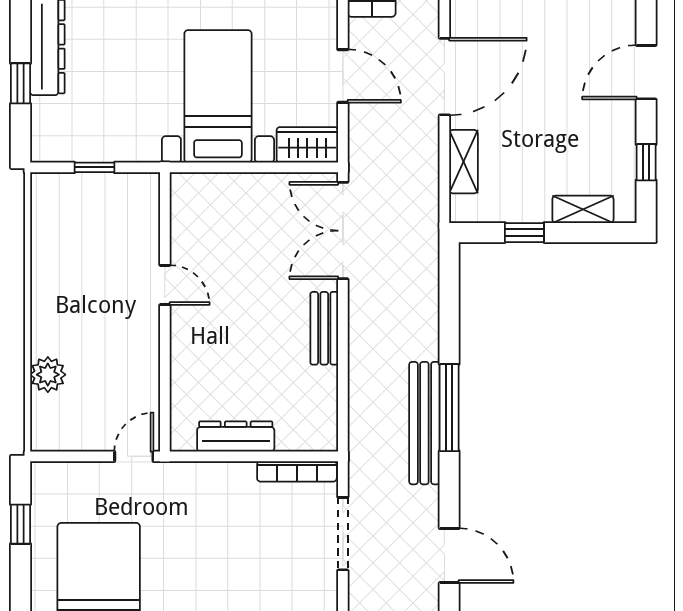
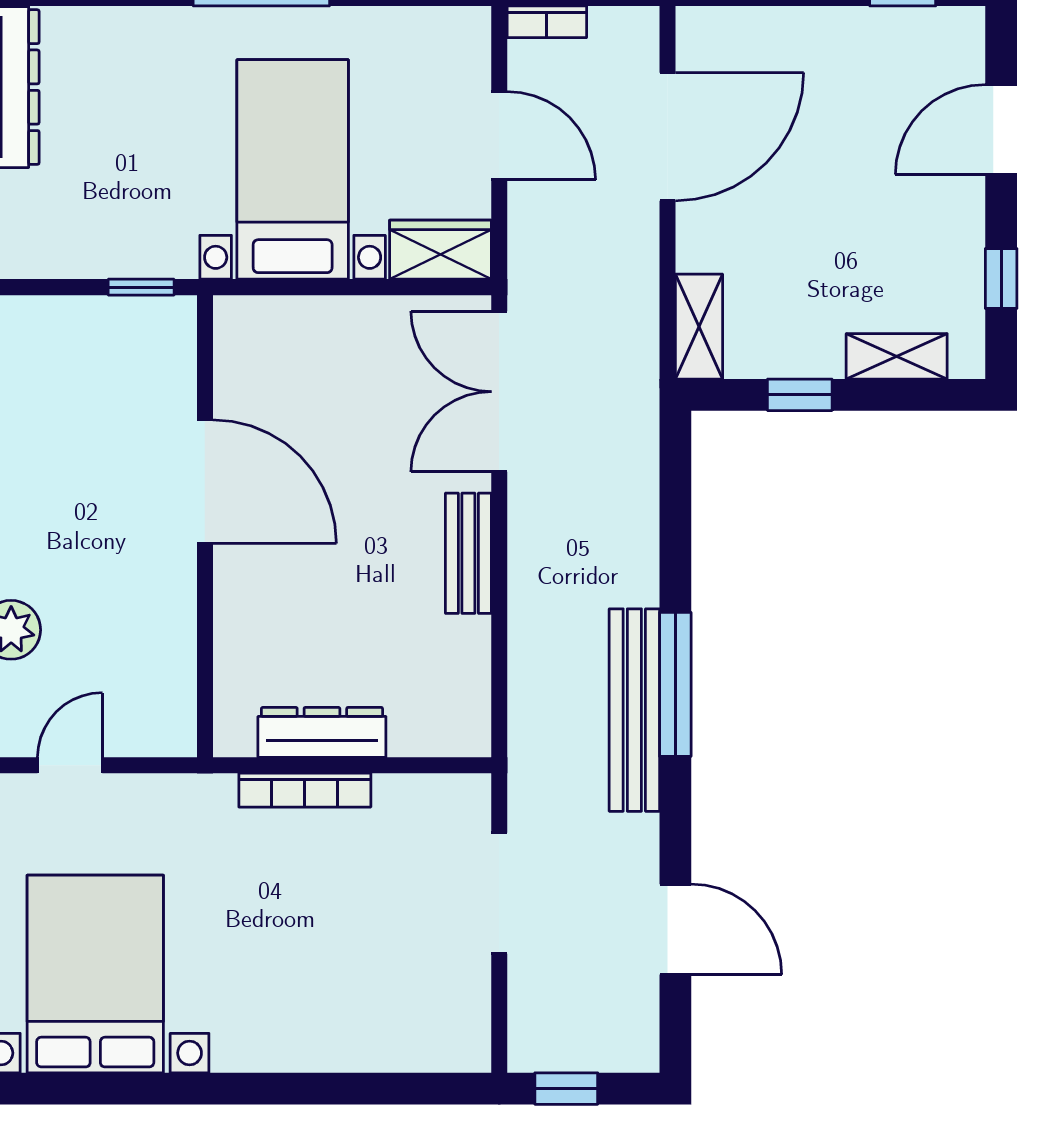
shelving: (463, 162) -> (699, 327), moved
window: (94, 167) -> (141, 287), moved
door: (165, 285) -> (205, 482), width x1.88
door: (134, 456) -> (70, 765), moved
bookcase: (297, 471) -> (305, 790), moved

